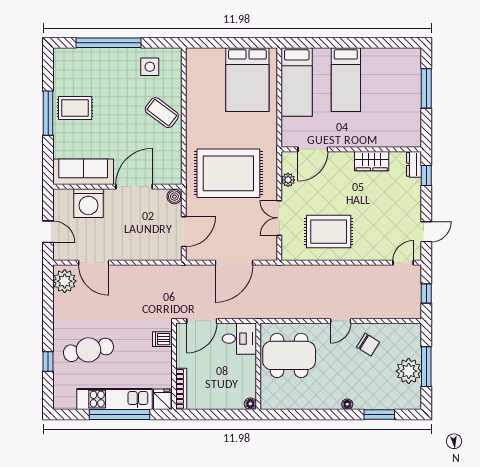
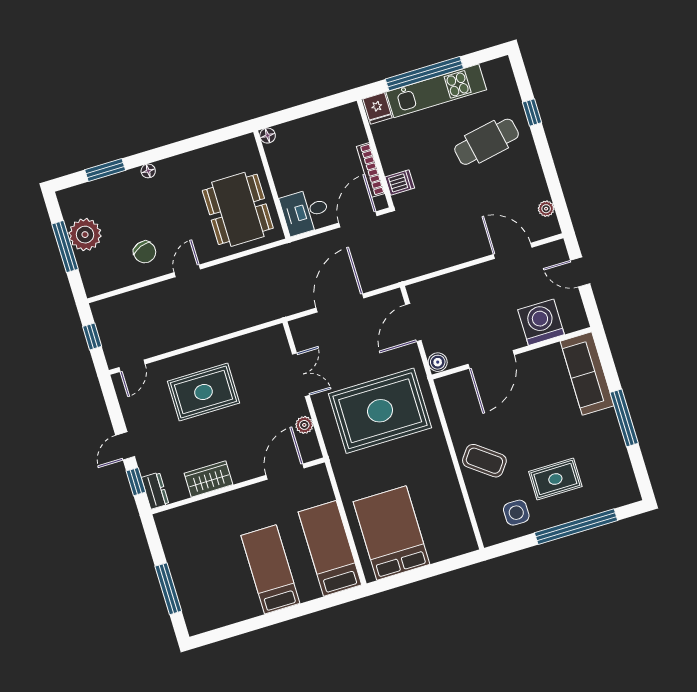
rug: (75, 108) -> (555, 479), moved
sofa: (83, 172) -> (587, 374), moved, turned 90
rug: (329, 232) -> (203, 392), moved
door: (426, 232) -> (125, 446), moved
plant: (65, 281) -> (546, 209), width x0.53, depth x0.53
chair: (368, 345) -> (145, 252), turned -142
dining table: (289, 355) -> (238, 209), turned 90
bookcase: (181, 389) -> (371, 170), moved

